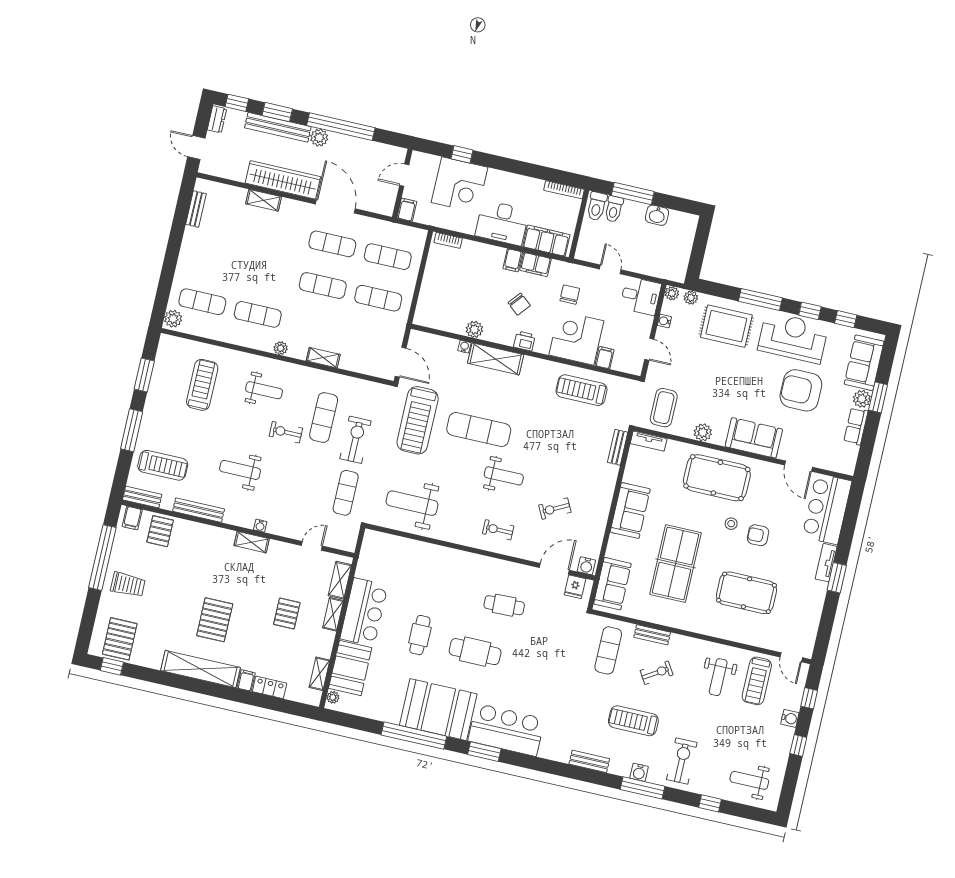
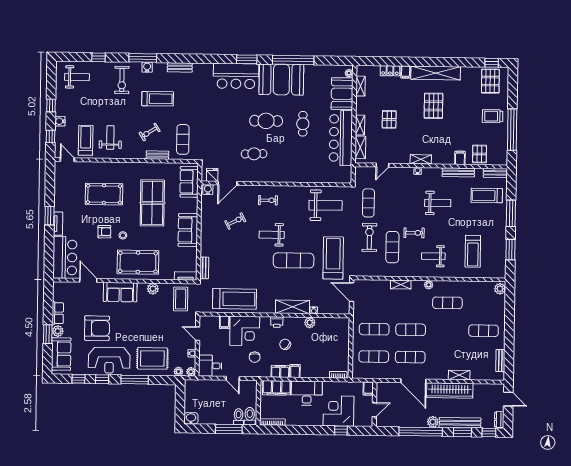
washbasin: (657, 215) -> (191, 418), moved
exercise mat: (202, 302) -> (484, 331), moved
treadmill: (581, 390) -> (235, 299), width x1.37, depth x1.38
exercise bike: (356, 440) -> (369, 237), turned 180
filing cabinet: (132, 518) -> (460, 158), moved
bar counter: (364, 612) -> (341, 138), width x1.36

